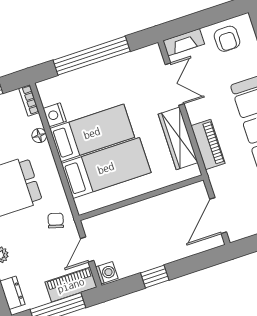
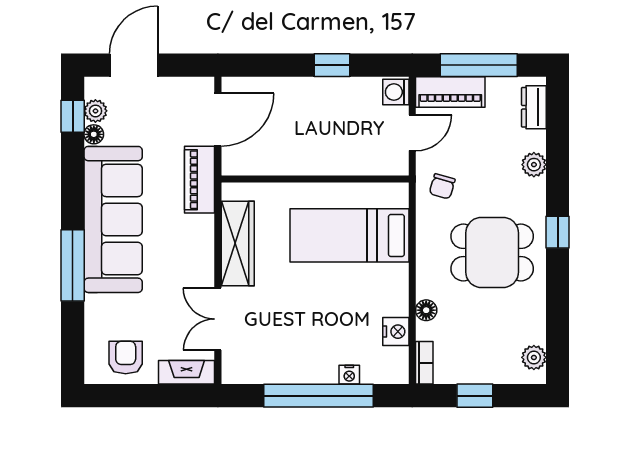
nightstand: (76, 76) -> (349, 375), added
bed: (92, 133) -> (353, 290), removed
piano: (208, 144) -> (199, 180), moved

